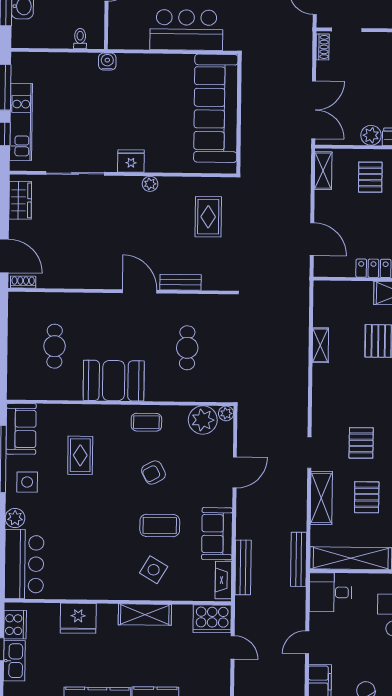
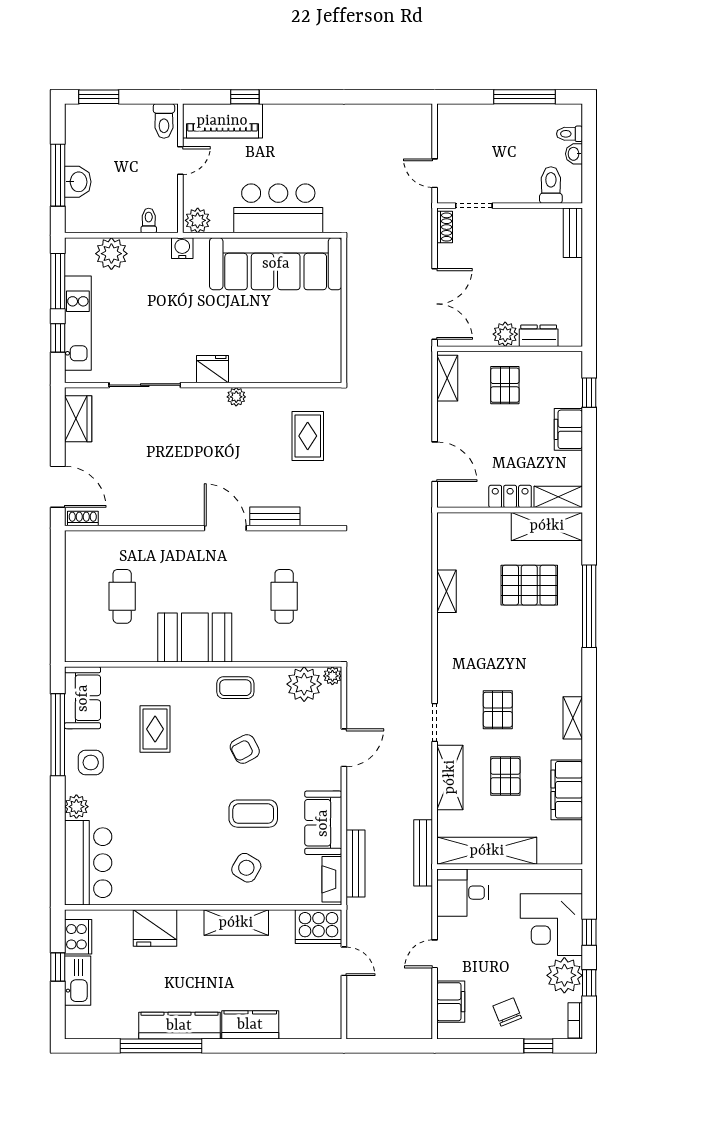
plant: (120, 39) -> (198, 220), added
plant: (49, 65) -> (111, 254), added
sofa: (216, 108) -> (276, 264), moved, turned -90

